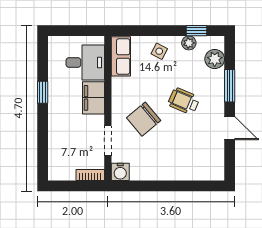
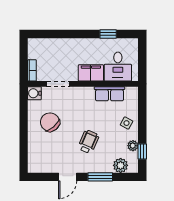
row of seats: (121, 56) -> (109, 94), moved
window: (43, 92) -> (108, 34), moved
chair: (144, 119) -> (50, 122), moved

